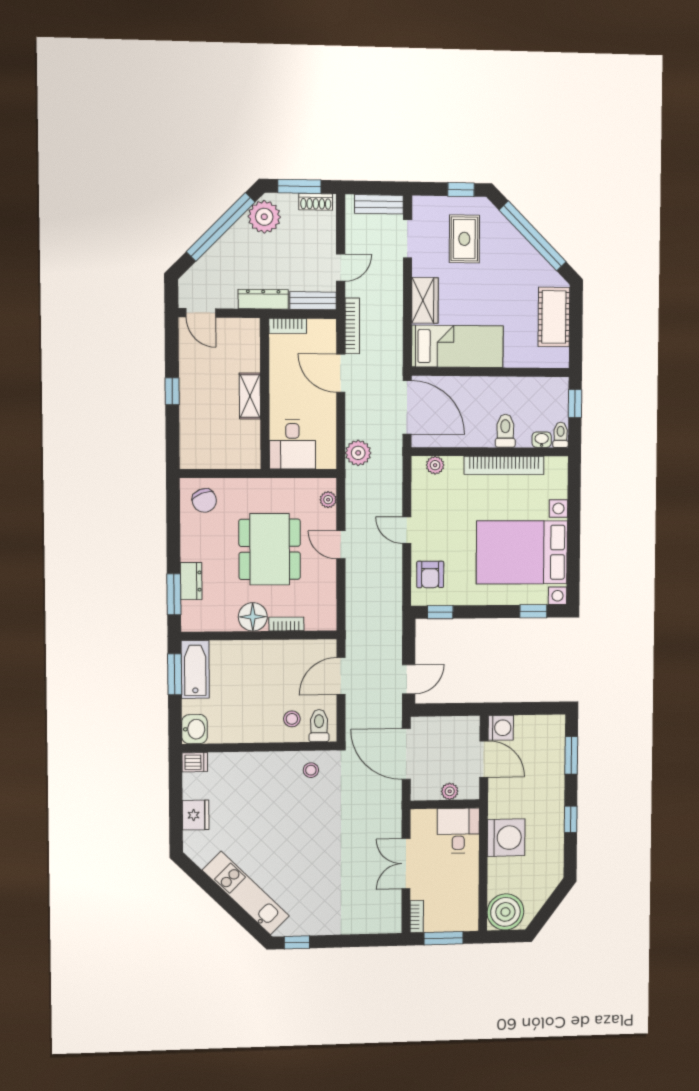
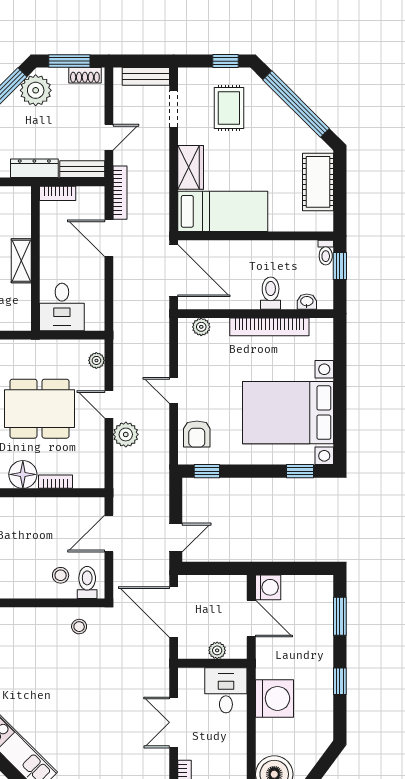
toilet: (561, 435) -> (326, 253), moved, turned 180
plant: (358, 453) -> (126, 434), moved
dining table: (270, 549) -> (39, 409), turned 90

